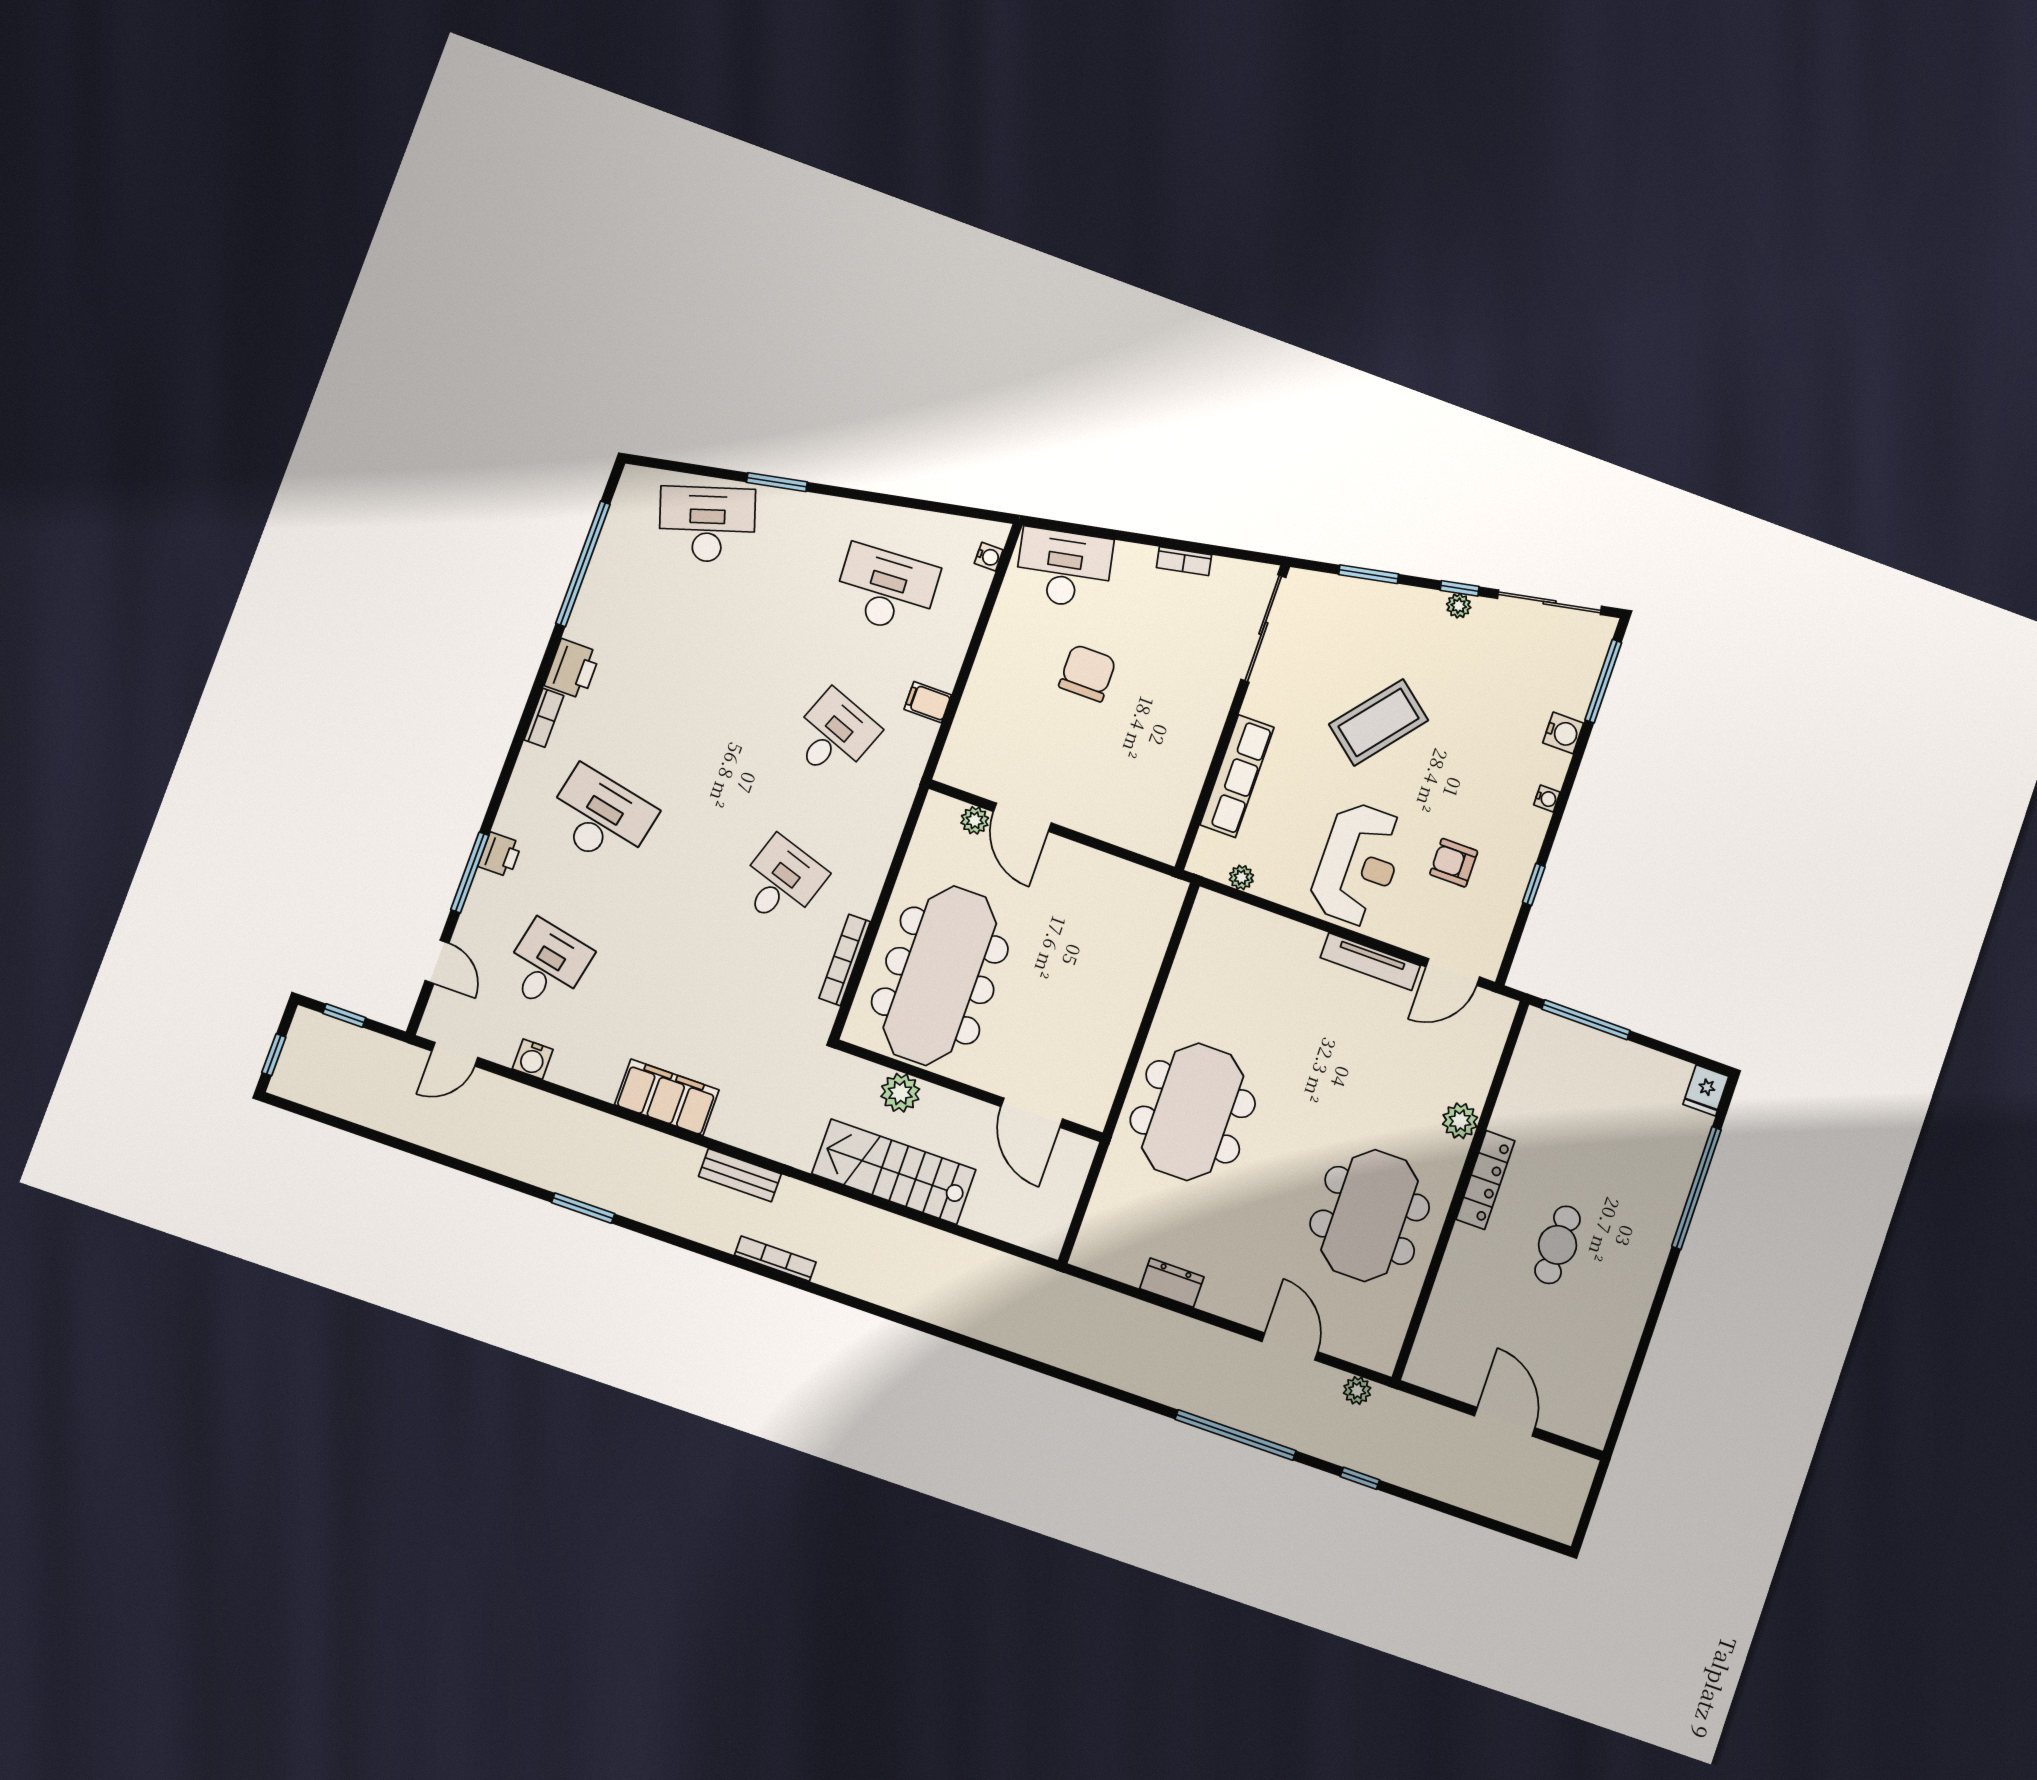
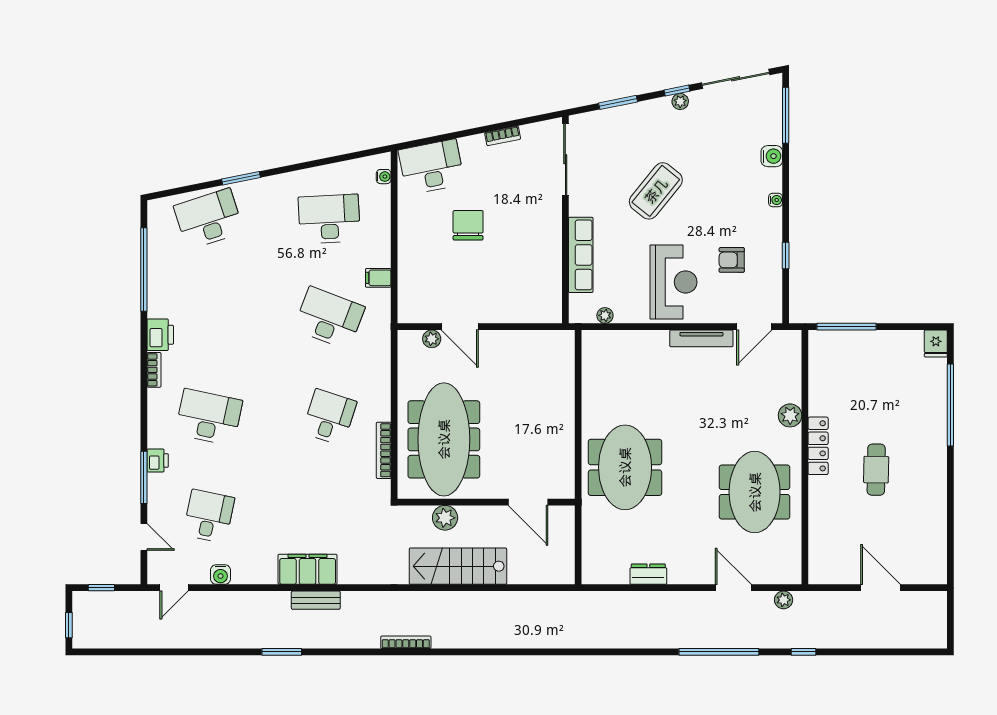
desk: (834, 735) -> (329, 318), width x1.37
bench: (740, 1175) -> (316, 600), moved

